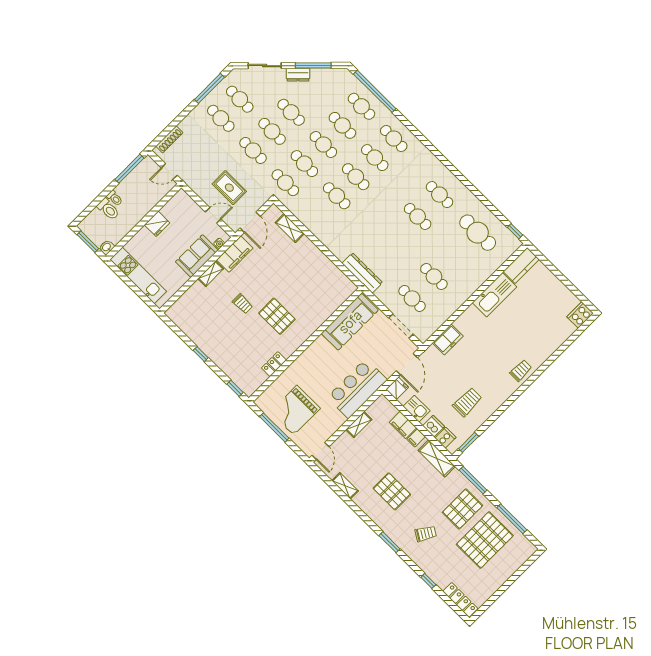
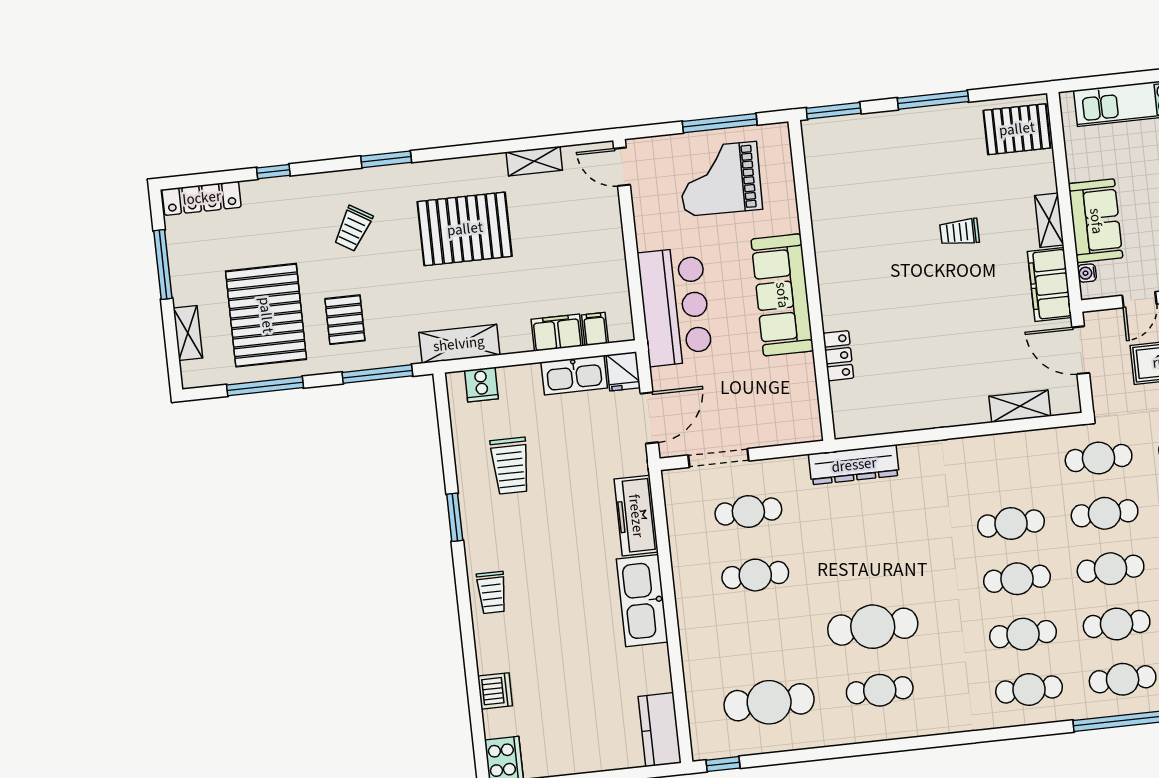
cafe table: (418, 216) -> (873, 627), width x1.37, depth x1.35
kitchen sink: (494, 295) -> (642, 601), moved
pallet: (277, 316) -> (1017, 129), moved
sofa: (350, 322) -> (782, 295), moved
freezer: (448, 340) -> (636, 516), width x1.40
window: (201, 354) -> (933, 100), width x2.17
locker: (274, 364) -> (838, 356), moved
door: (407, 364) -> (649, 418), swing flipped
window: (235, 388) -> (834, 111), width x1.50
kitchen sink: (417, 409) -> (574, 375), width x1.38
grand piano: (295, 410) -> (720, 179), turned -89
shelving: (359, 425) -> (188, 333), moved
dishwasher: (434, 426) -> (495, 691), moved, turned -90
filing cabinet: (416, 438) -> (595, 329), moved
window: (469, 442) -> (455, 517), moved
pallet: (392, 491) -> (465, 229), width x1.37, depth x1.41
pallet: (462, 509) -> (345, 320), width x0.67, depth x0.71
window: (497, 594) -> (163, 264), added

